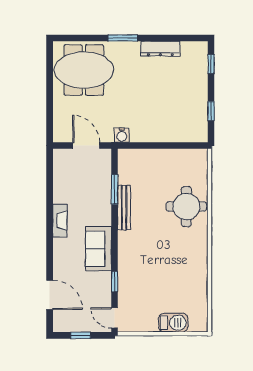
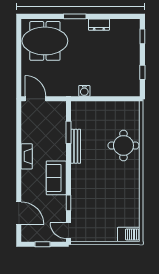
dresser: (160, 49) -> (99, 25), width x0.70
water cooler: (122, 135) -> (84, 91), moved
door: (86, 146) -> (36, 99), moved
barbecue: (173, 323) -> (129, 234), moved

